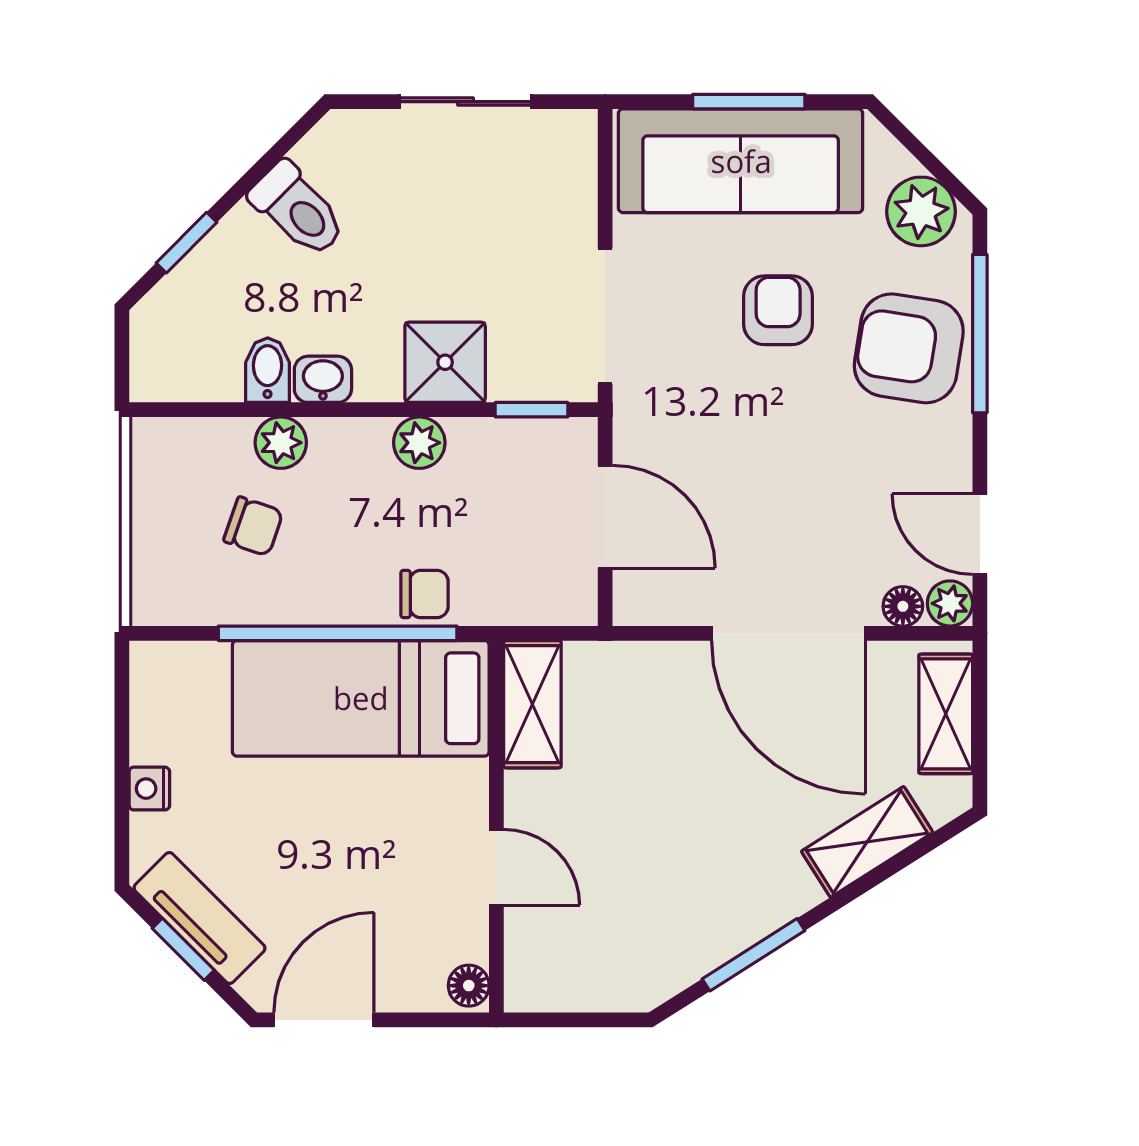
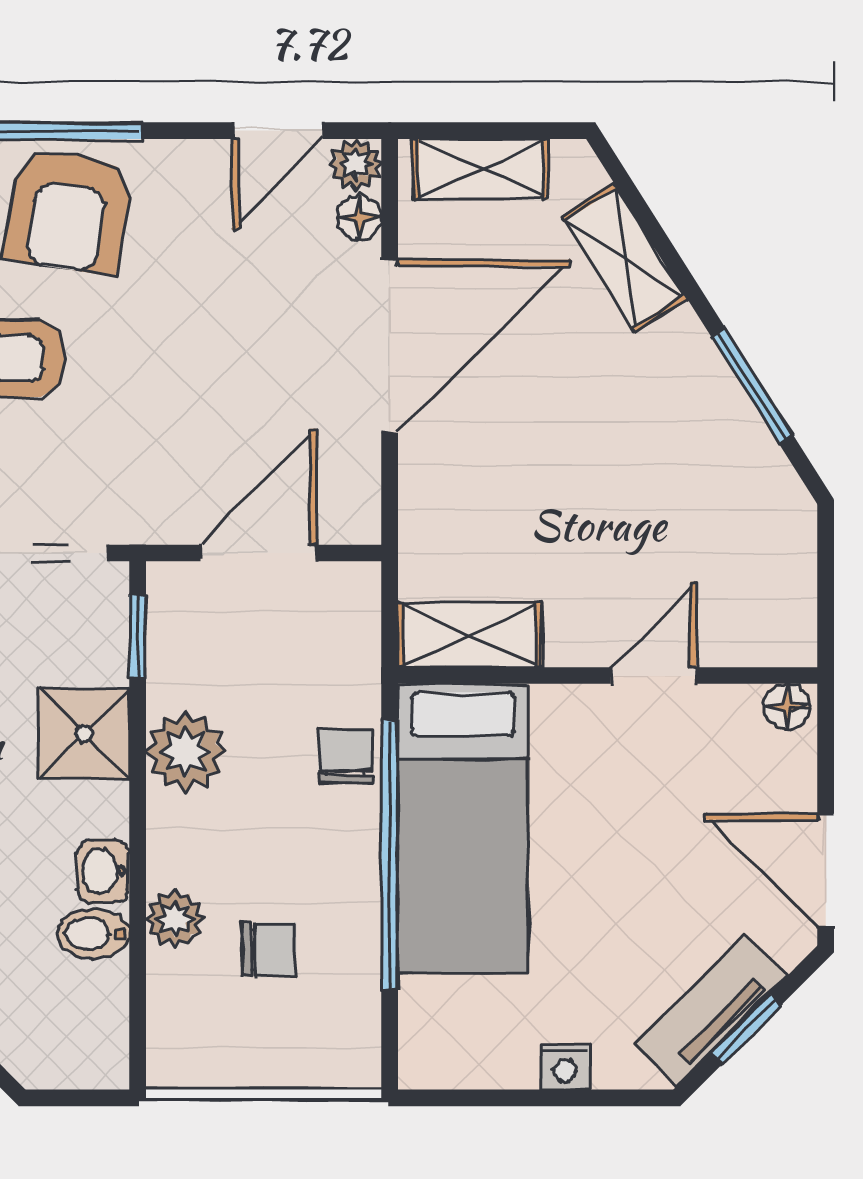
plant: (419, 443) -> (186, 752), width x1.38, depth x1.38
chair: (253, 526) -> (269, 950), turned 71

